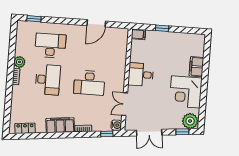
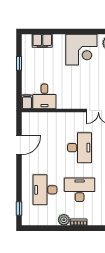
door: (96, 23) -> (19, 145), hinge flipped
window: (162, 28) -> (19, 63), moved
filing cabinet: (196, 67) -> (42, 41), moved
desk: (141, 75) -> (44, 96), moved

